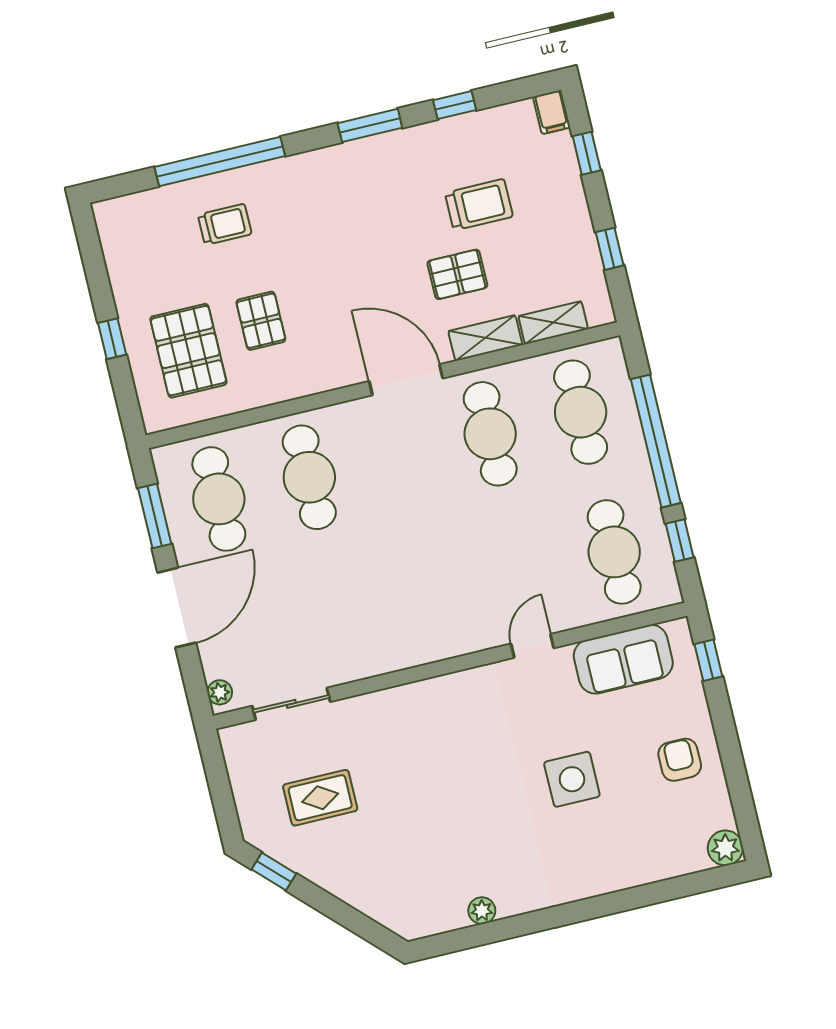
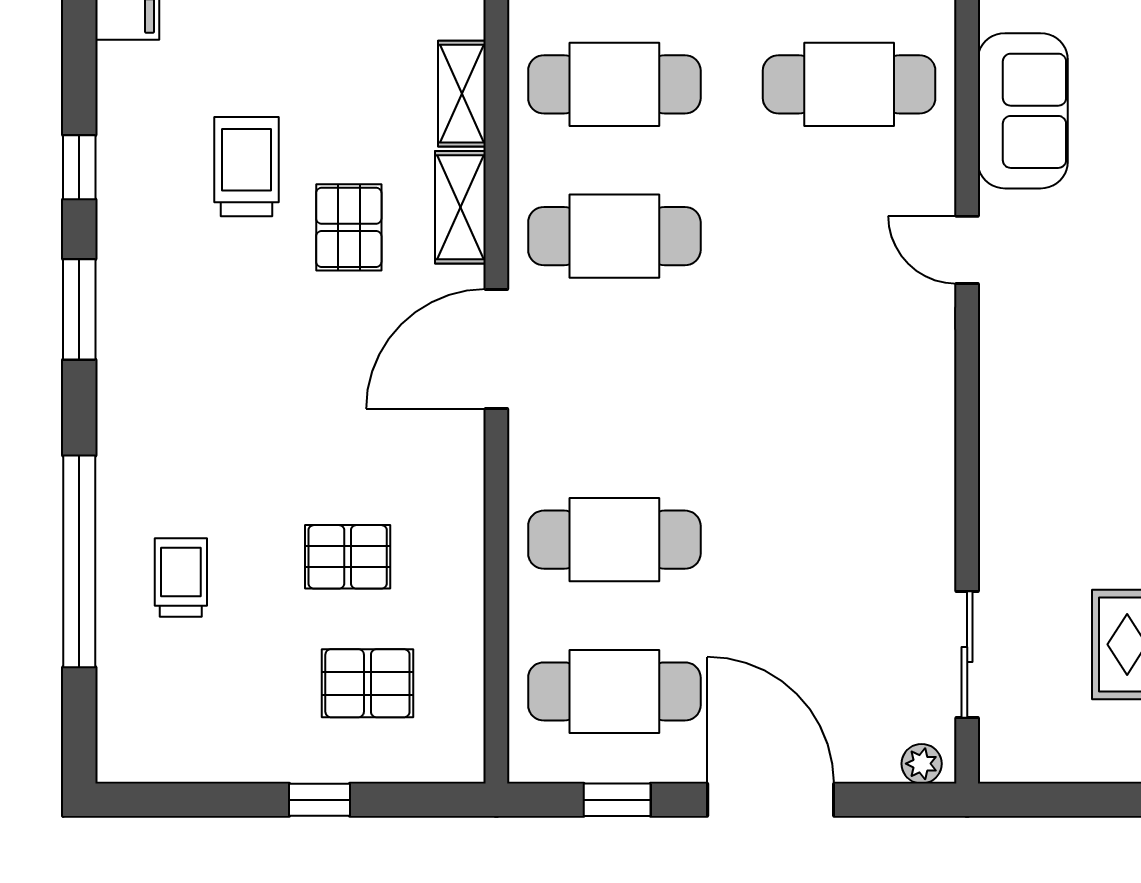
pallet: (188, 351) -> (367, 683), width x0.67, depth x0.71
window: (155, 516) -> (617, 800), width x0.67

